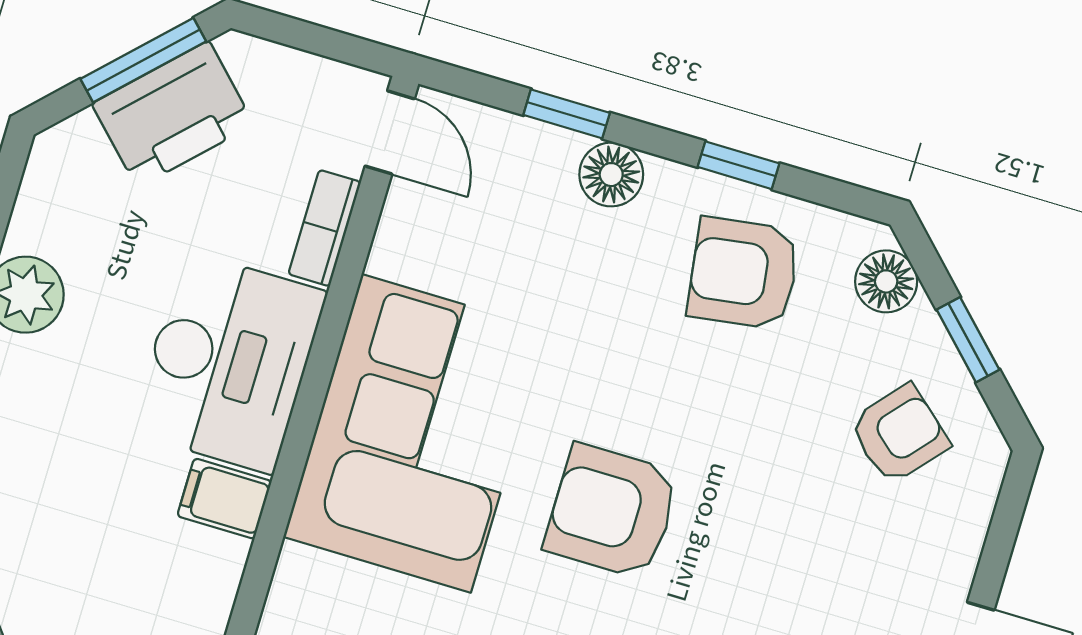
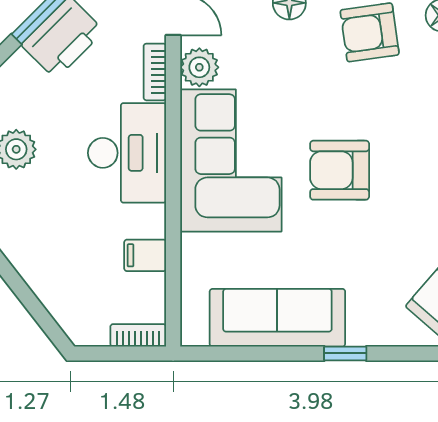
plant: (409, 244) -> (199, 67), added
filing cabinet: (224, 499) -> (145, 255), moved

